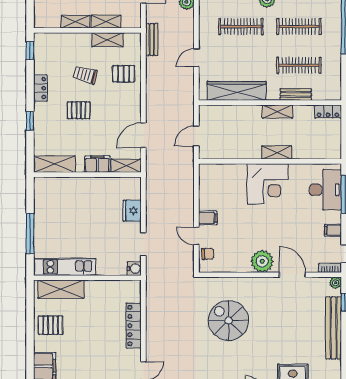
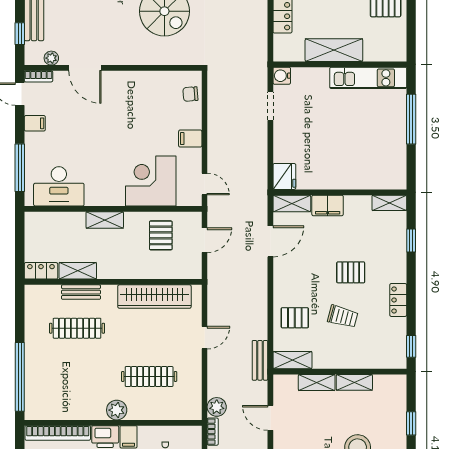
clothes rail: (299, 26) -> (77, 376), removed
shelving: (108, 40) -> (293, 360), moved
shelving: (278, 112) -> (78, 271), moved
window: (30, 121) -> (411, 240), moved
pallet: (231, 140) -> (161, 235), added
shelving: (55, 164) -> (389, 203), width x0.67, depth x0.75
corner desk: (268, 184) -> (151, 181), moved
desk: (325, 190) -> (59, 186), moved, turned -90
fridge: (132, 211) -> (284, 176), moved
door: (196, 236) -> (205, 184), moved
plant: (262, 261) -> (123, 85), removed
plant: (336, 283) -> (51, 58), moved
shelving: (61, 289) -> (334, 50), moved

